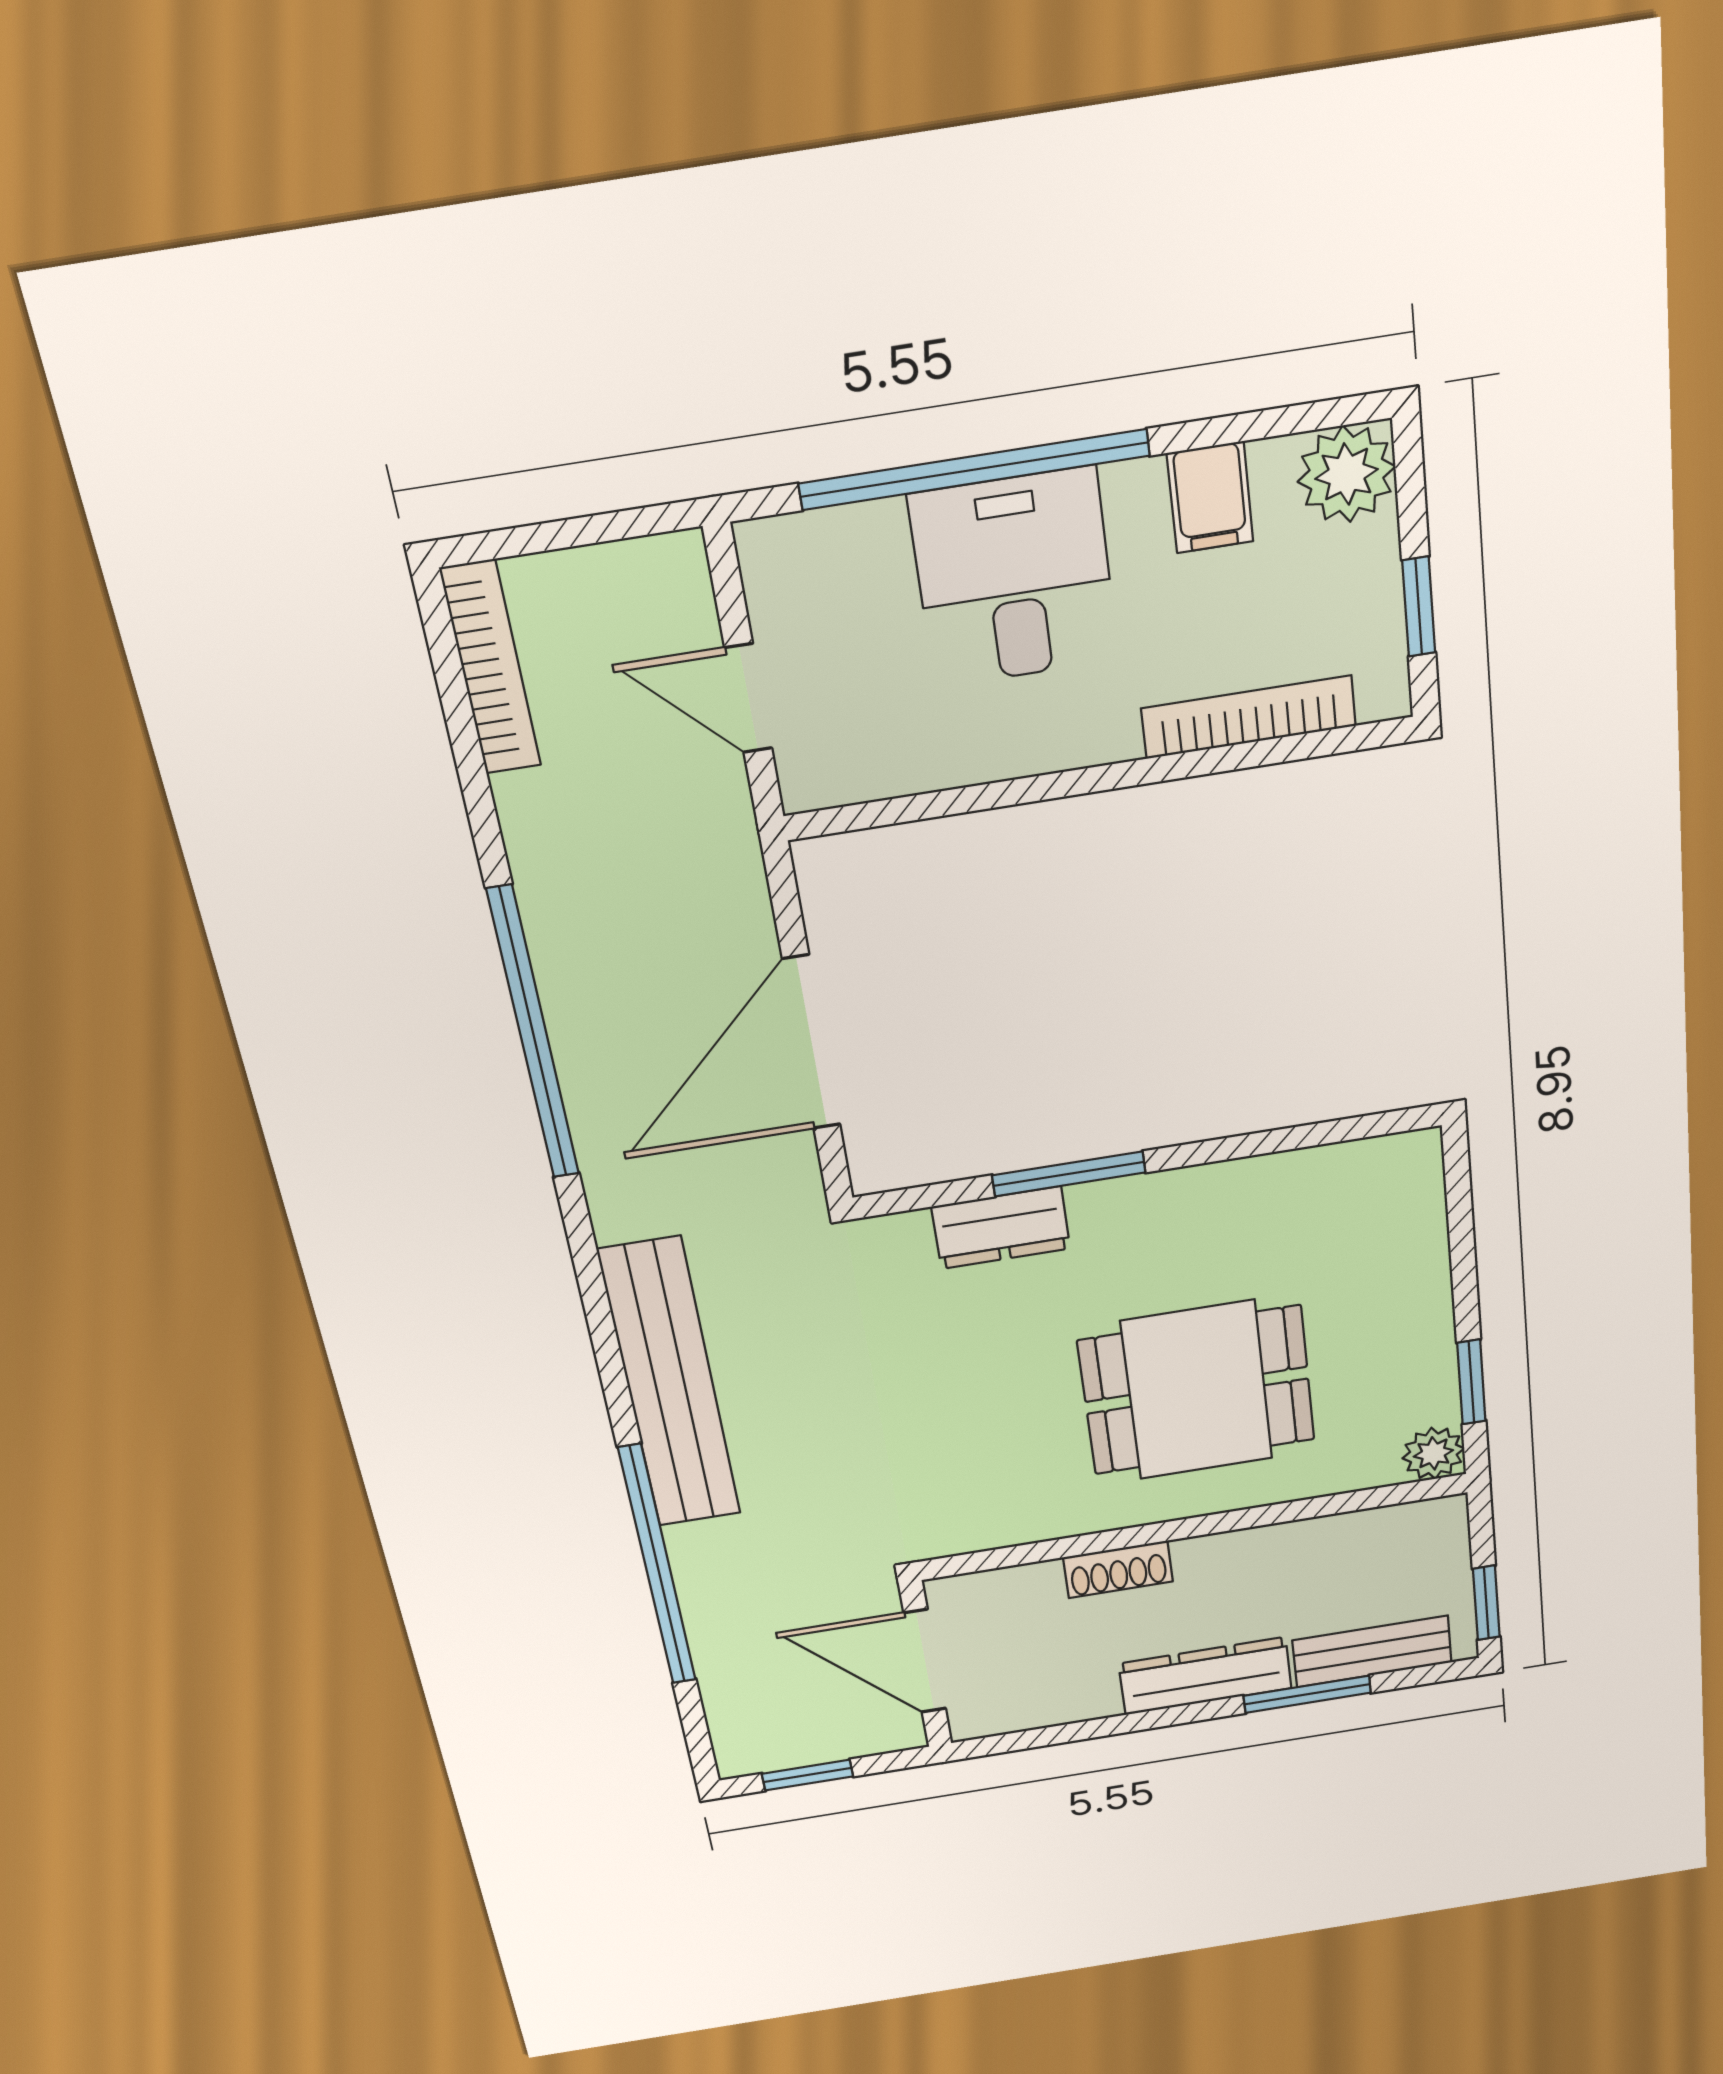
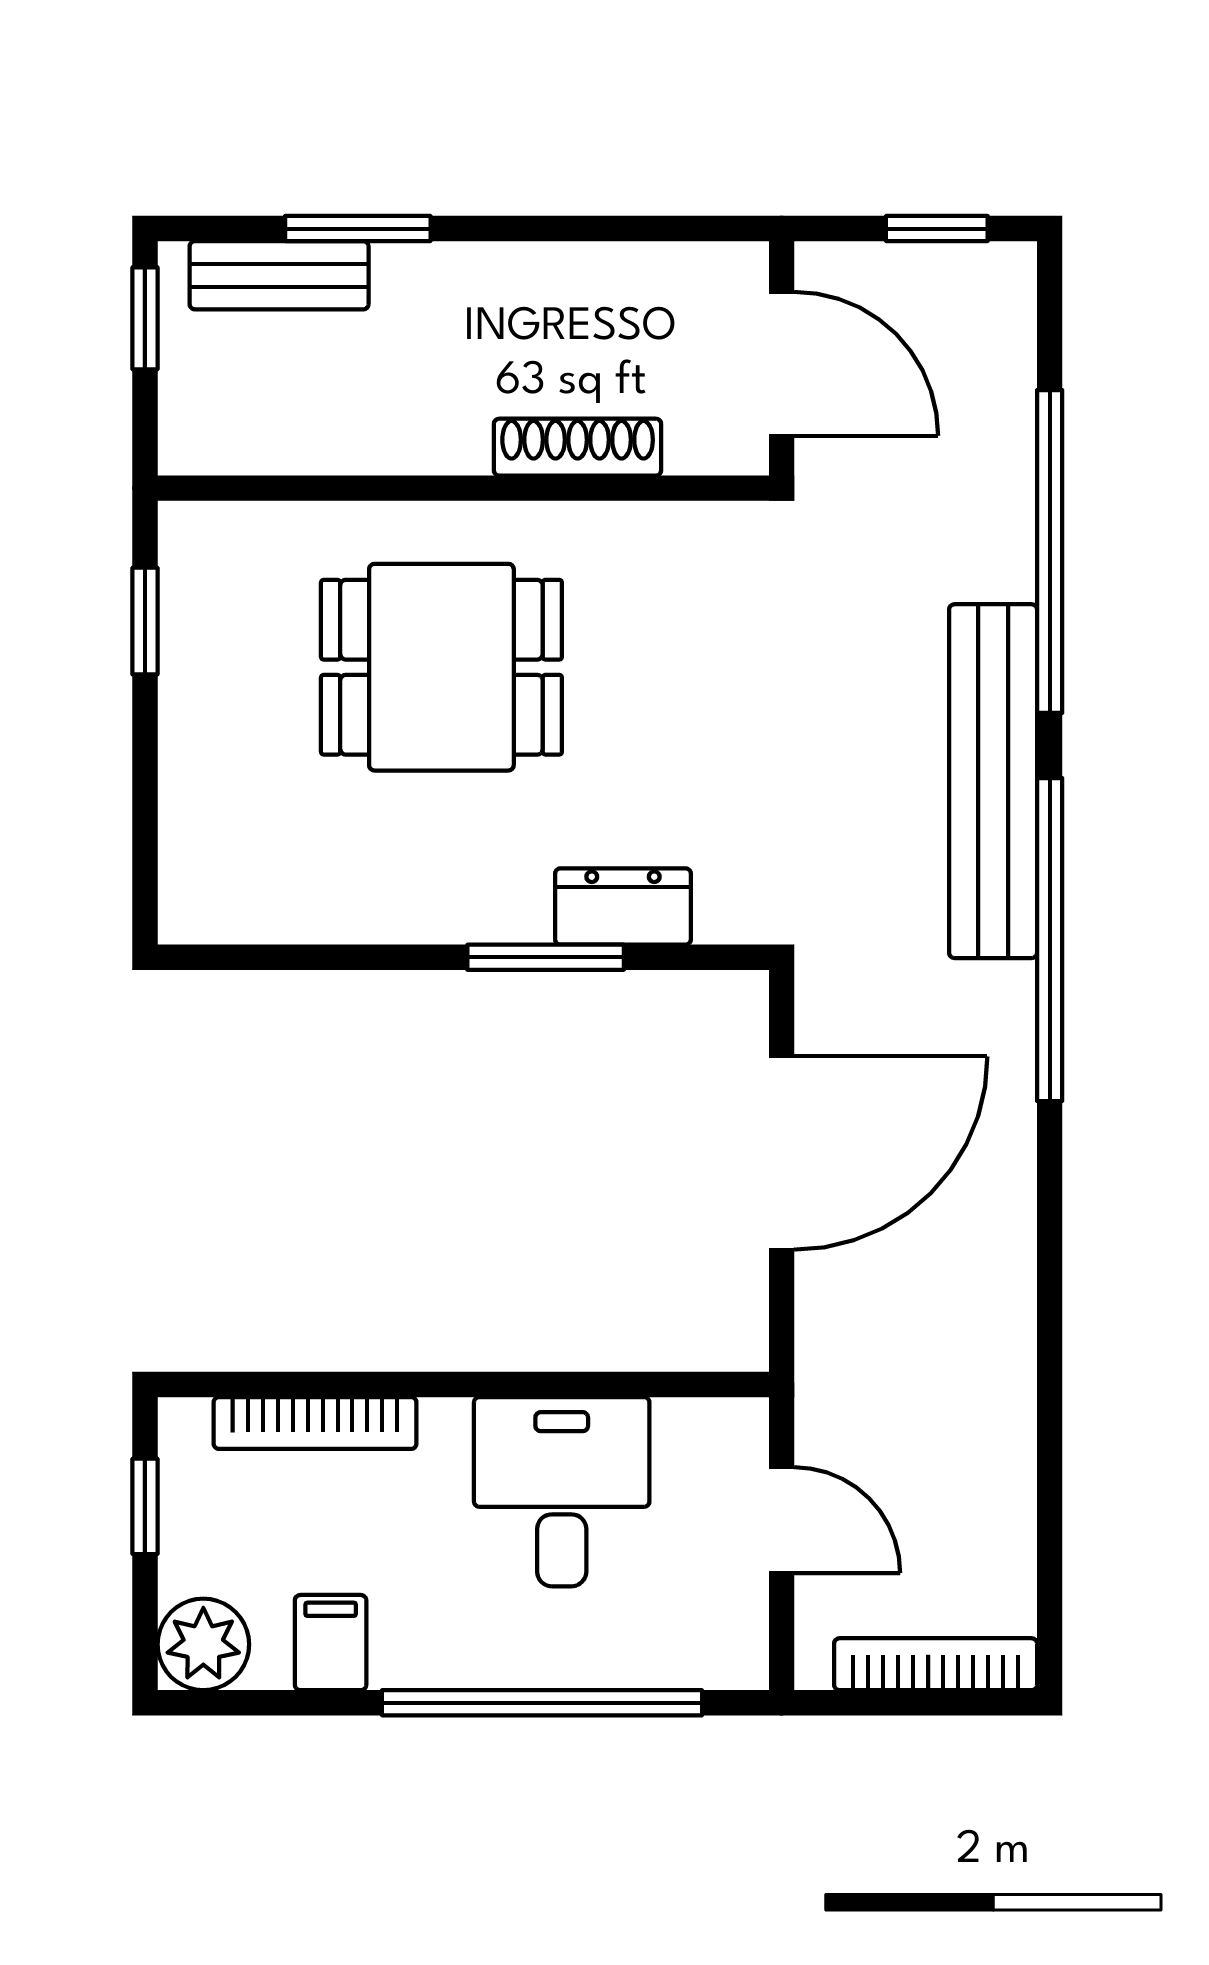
desk: (1014, 578) -> (562, 1492), moved, turned 180
bookcase: (491, 668) -> (936, 1664), moved, turned 90
window: (533, 1034) -> (1050, 940), moved
plant: (1433, 1453) -> (192, 535), removed
shoe rack: (1118, 1569) -> (578, 447), width x1.43
dresser: (1205, 1676) -> (471, 279), removed

